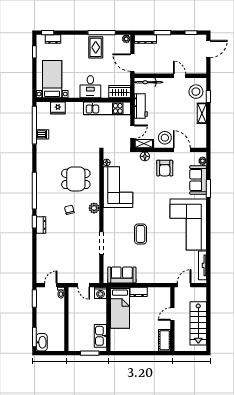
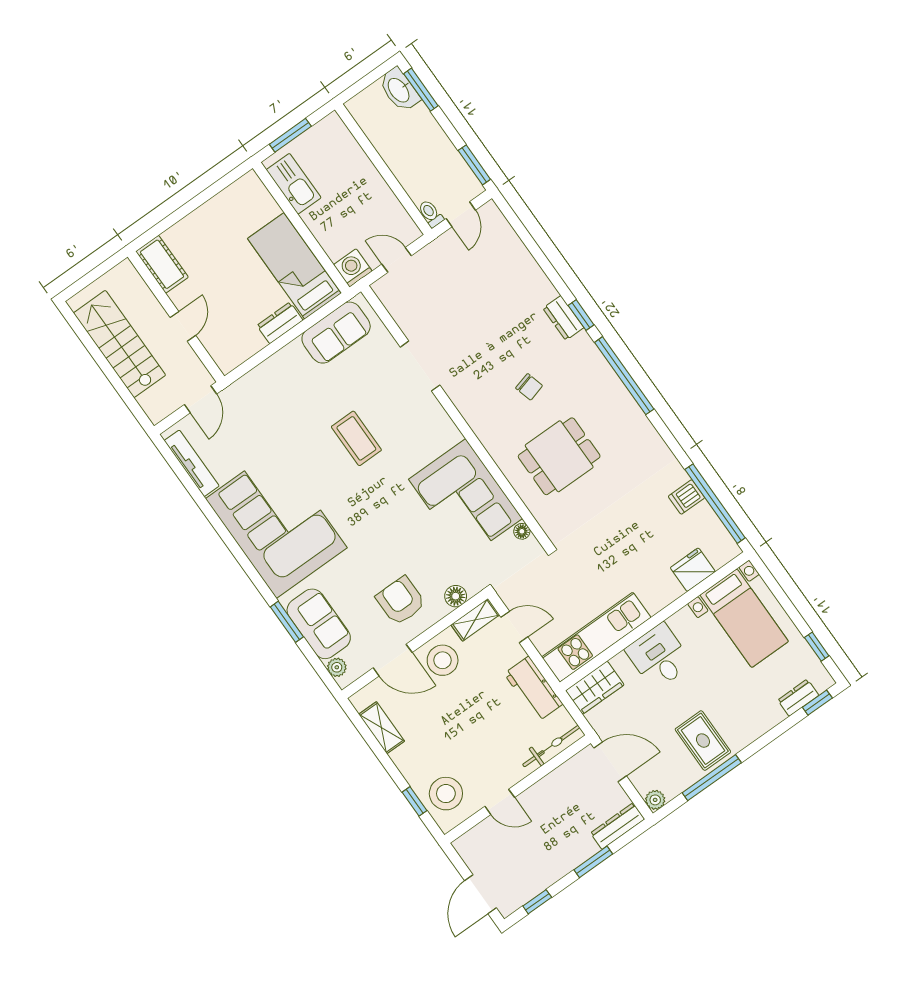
shelving: (202, 113) -> (382, 728), moved
door: (132, 132) -> (514, 627), swing flipped
plant: (94, 208) -> (483, 425), removed

